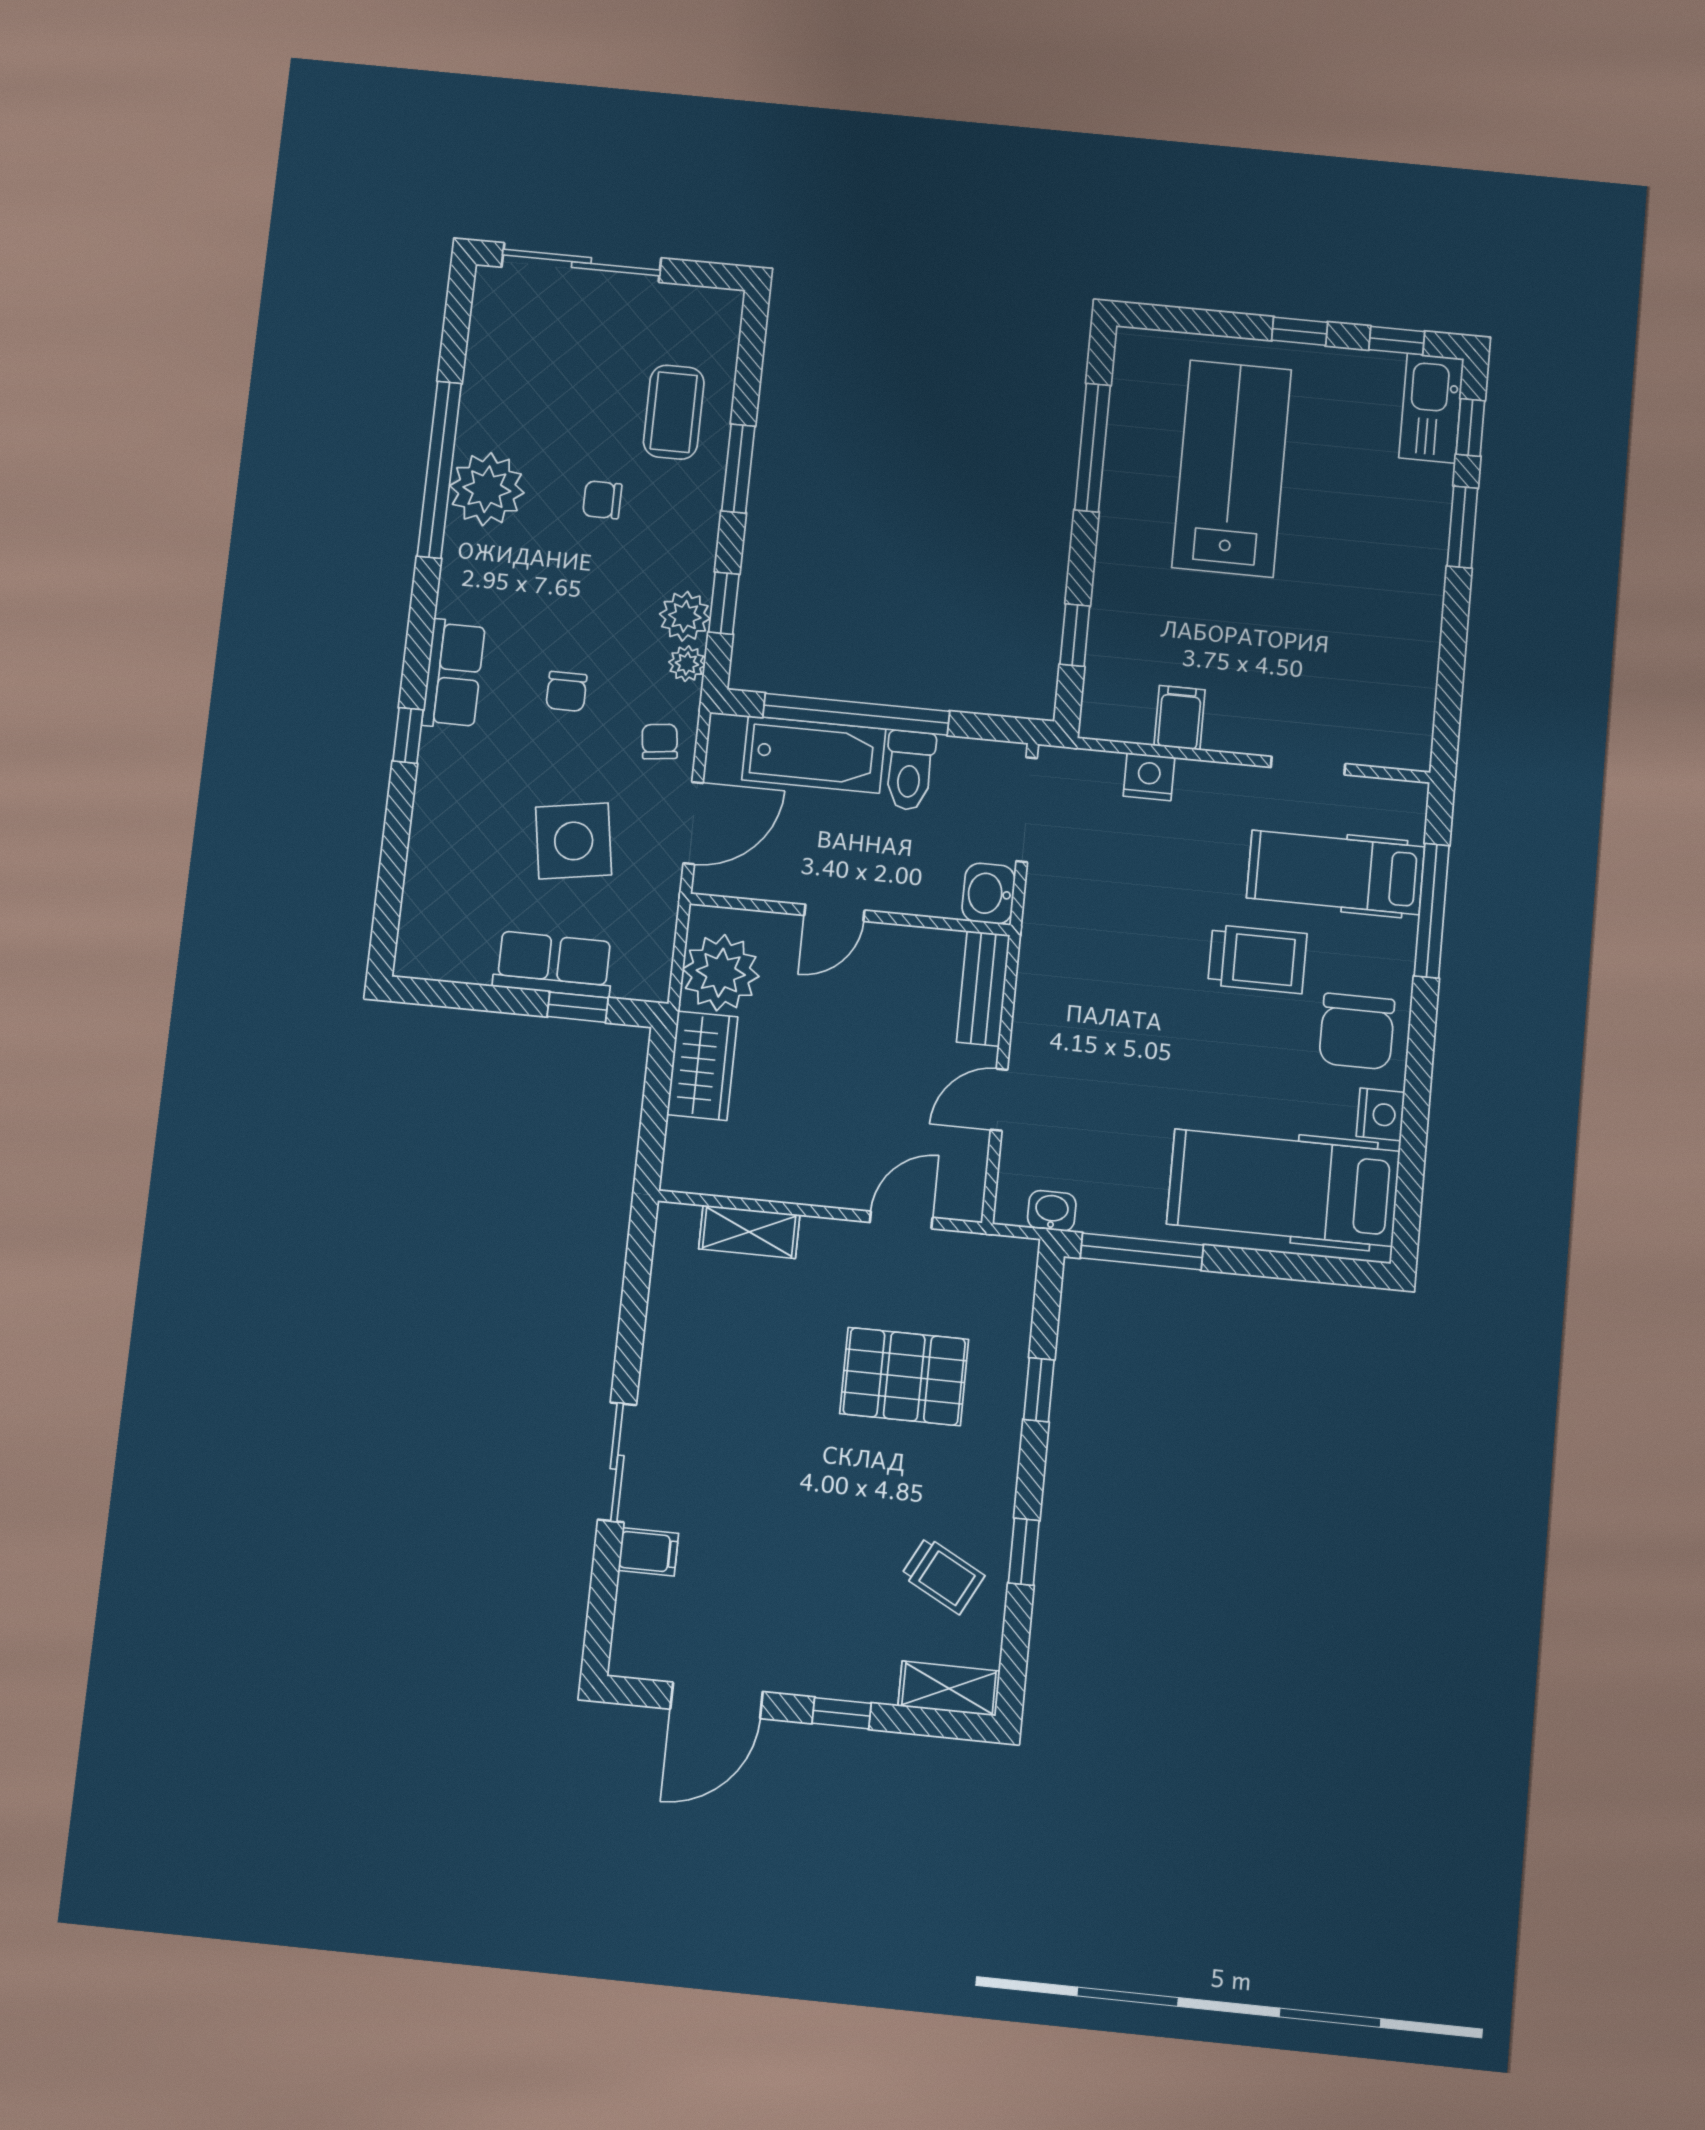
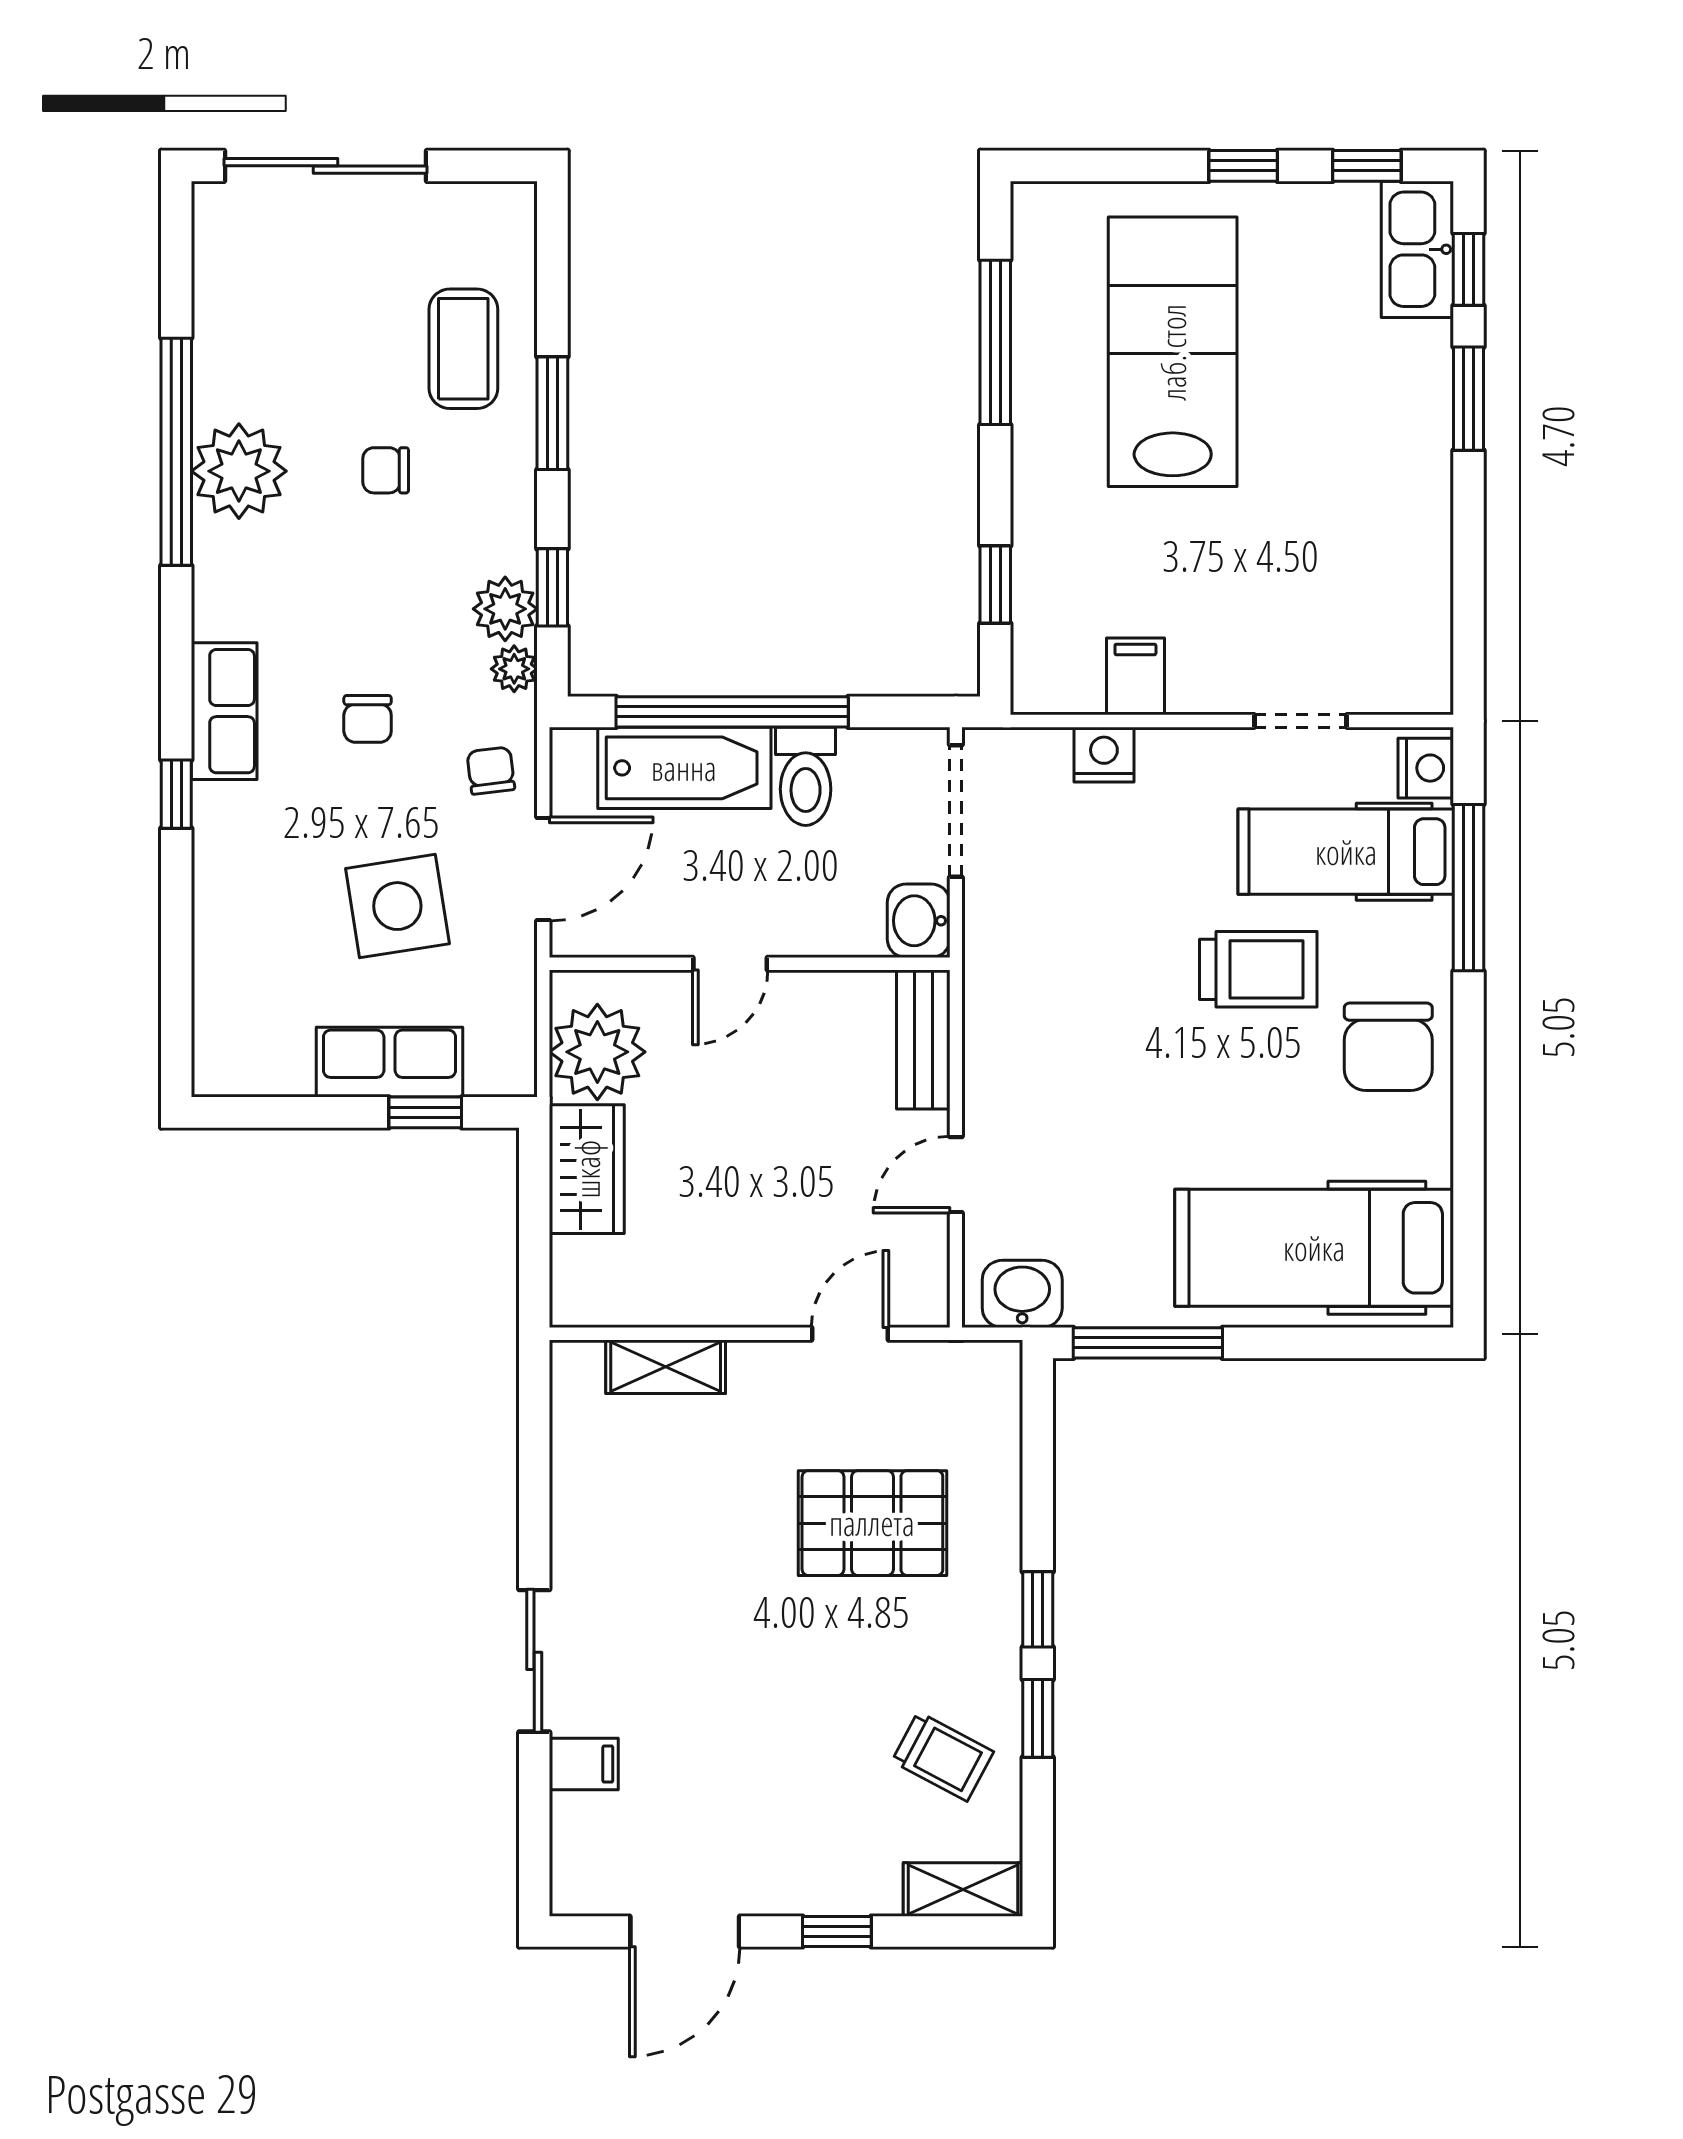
nightstand: (1380, 1114) -> (1426, 768), moved
washbasin: (1052, 1211) -> (1022, 1294), width x1.38, depth x1.45
window: (1039, 1390) -> (1038, 1609), moved

